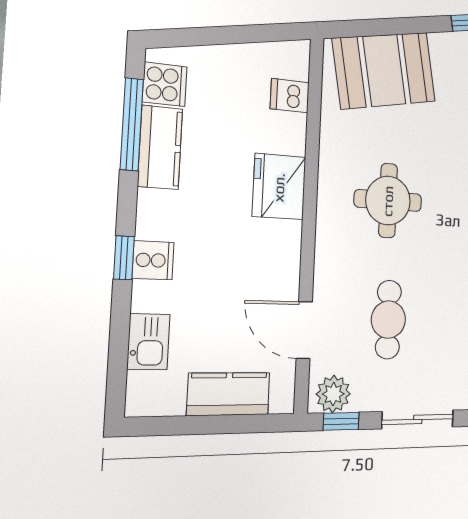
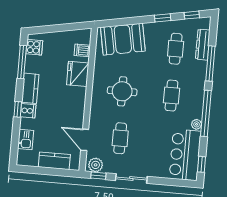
kitchen counter: (160, 147) -> (30, 88), moved
fridge: (279, 187) -> (78, 74), moved

